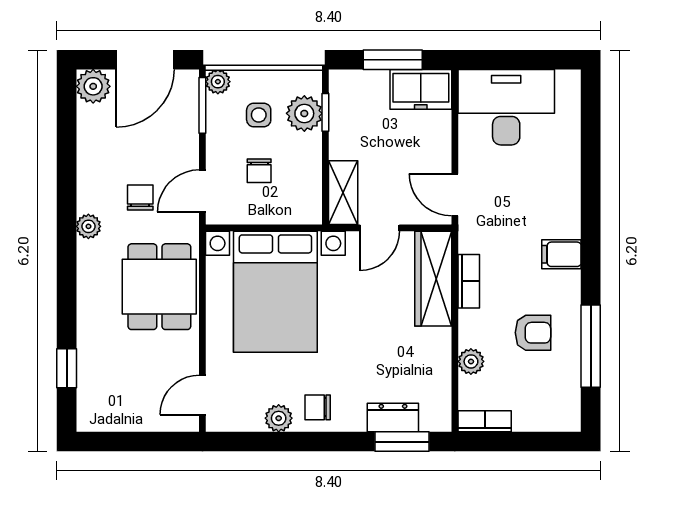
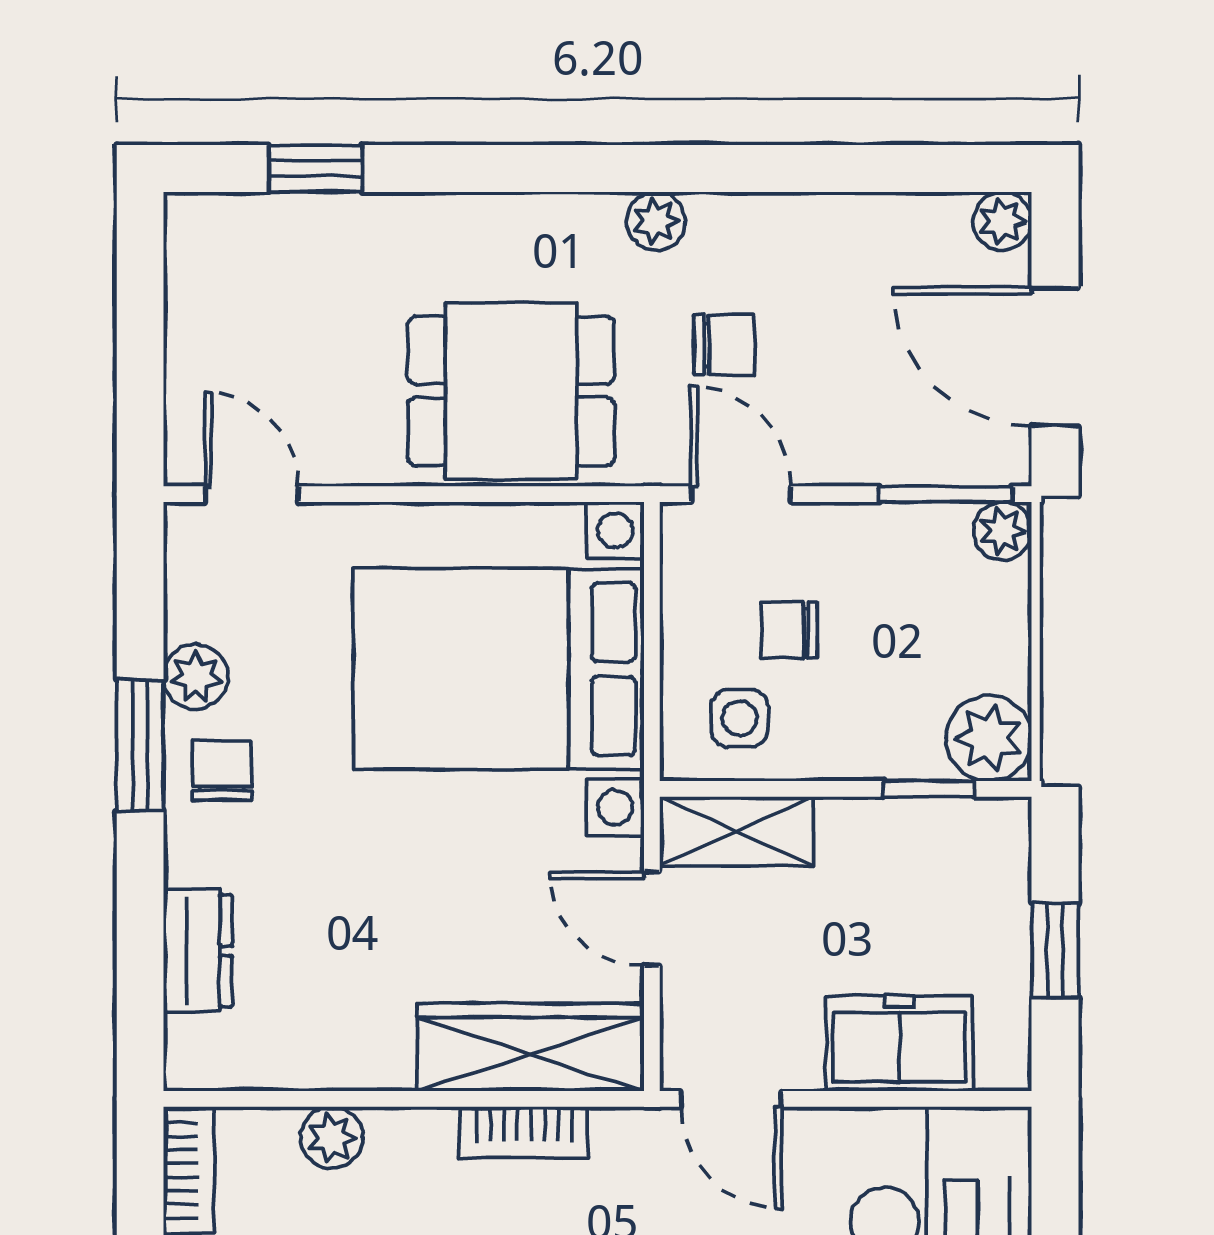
window: (393, 60) -> (1055, 950), width x0.67
plant: (93, 86) -> (1002, 221), width x0.73, depth x0.73
freezer: (421, 89) -> (899, 1043), moved, turned 90
plant: (304, 113) -> (989, 738), moved
side table: (259, 115) -> (740, 718), moved
door: (455, 195) -> (731, 1099), swing flipped
window: (402, 442) -> (140, 745), moved

